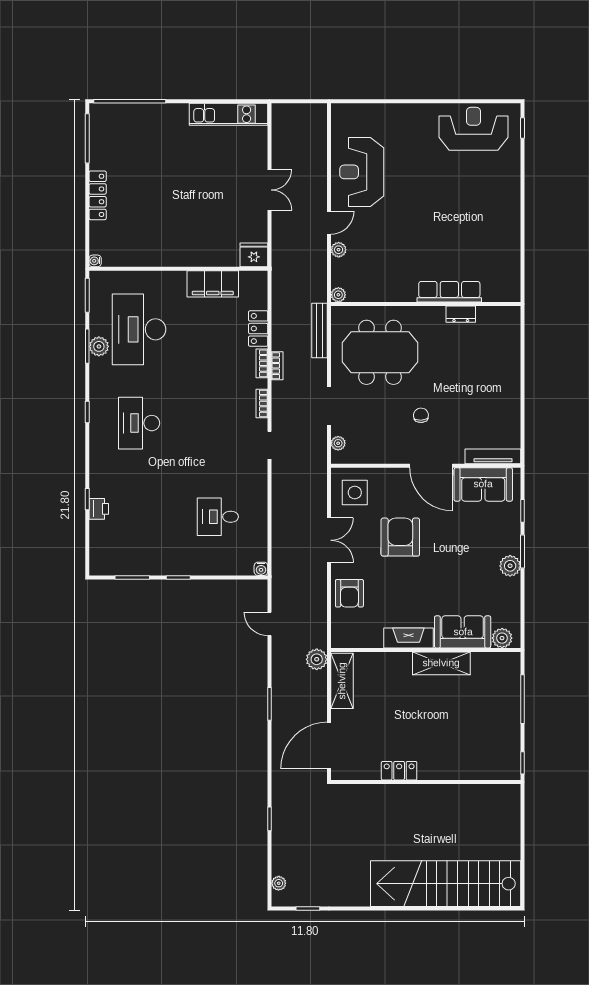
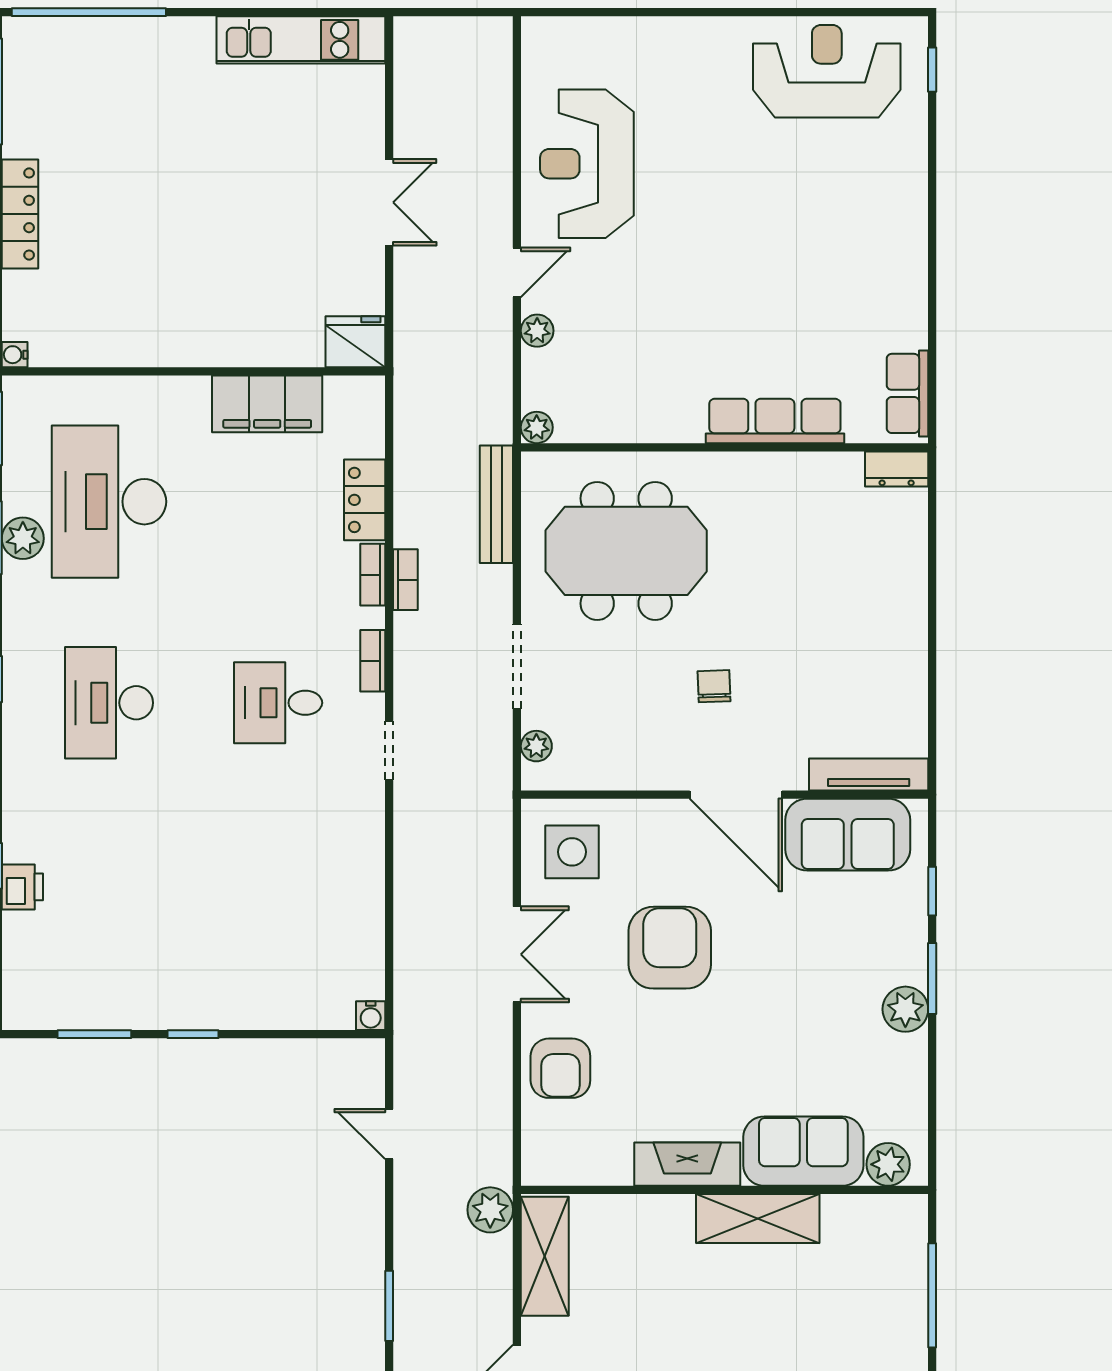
row of seats: (511, 279) -> (907, 393), added
dresser: (461, 314) -> (897, 469), moved
desk: (218, 517) -> (278, 703), moved

